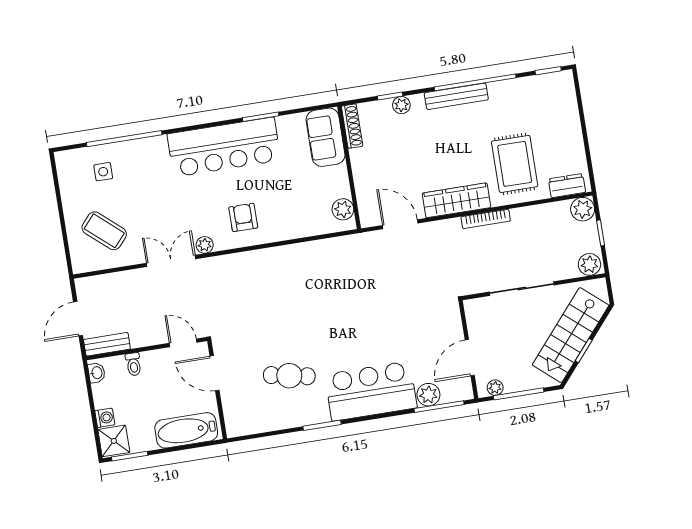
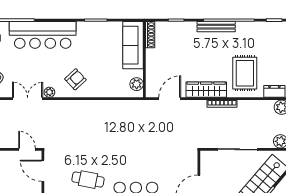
plant: (401, 105) -> (182, 27), removed
sofa: (326, 137) -> (133, 45), width x1.36
bar counter: (224, 147) -> (43, 35), moved
armchair: (243, 217) -> (75, 79), turned 47
door: (400, 224) -> (170, 99), hinge flipped

